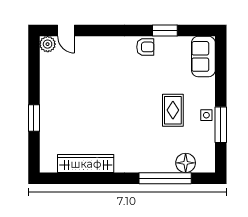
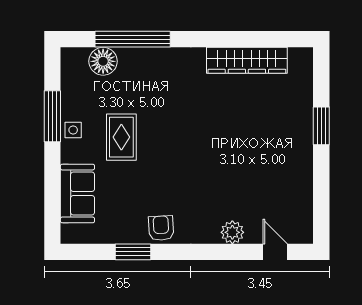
plant: (48, 44) -> (232, 232), moved
armchair: (145, 47) -> (161, 228), turned 87
sofa: (203, 56) -> (77, 194), moved

